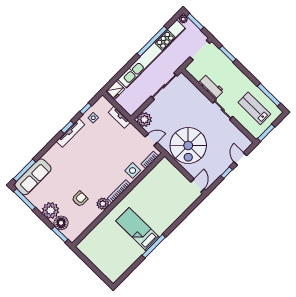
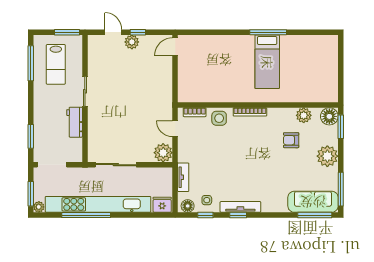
floor lamp: (101, 104) -> (188, 206), added
spiral stairs: (188, 145) -> (148, 91), removed
door: (240, 159) -> (113, 32), swing flipped
plant: (224, 164) -> (132, 42), added
plant: (103, 204) -> (304, 115), moved
floor lamp: (61, 223) -> (329, 116), moved

